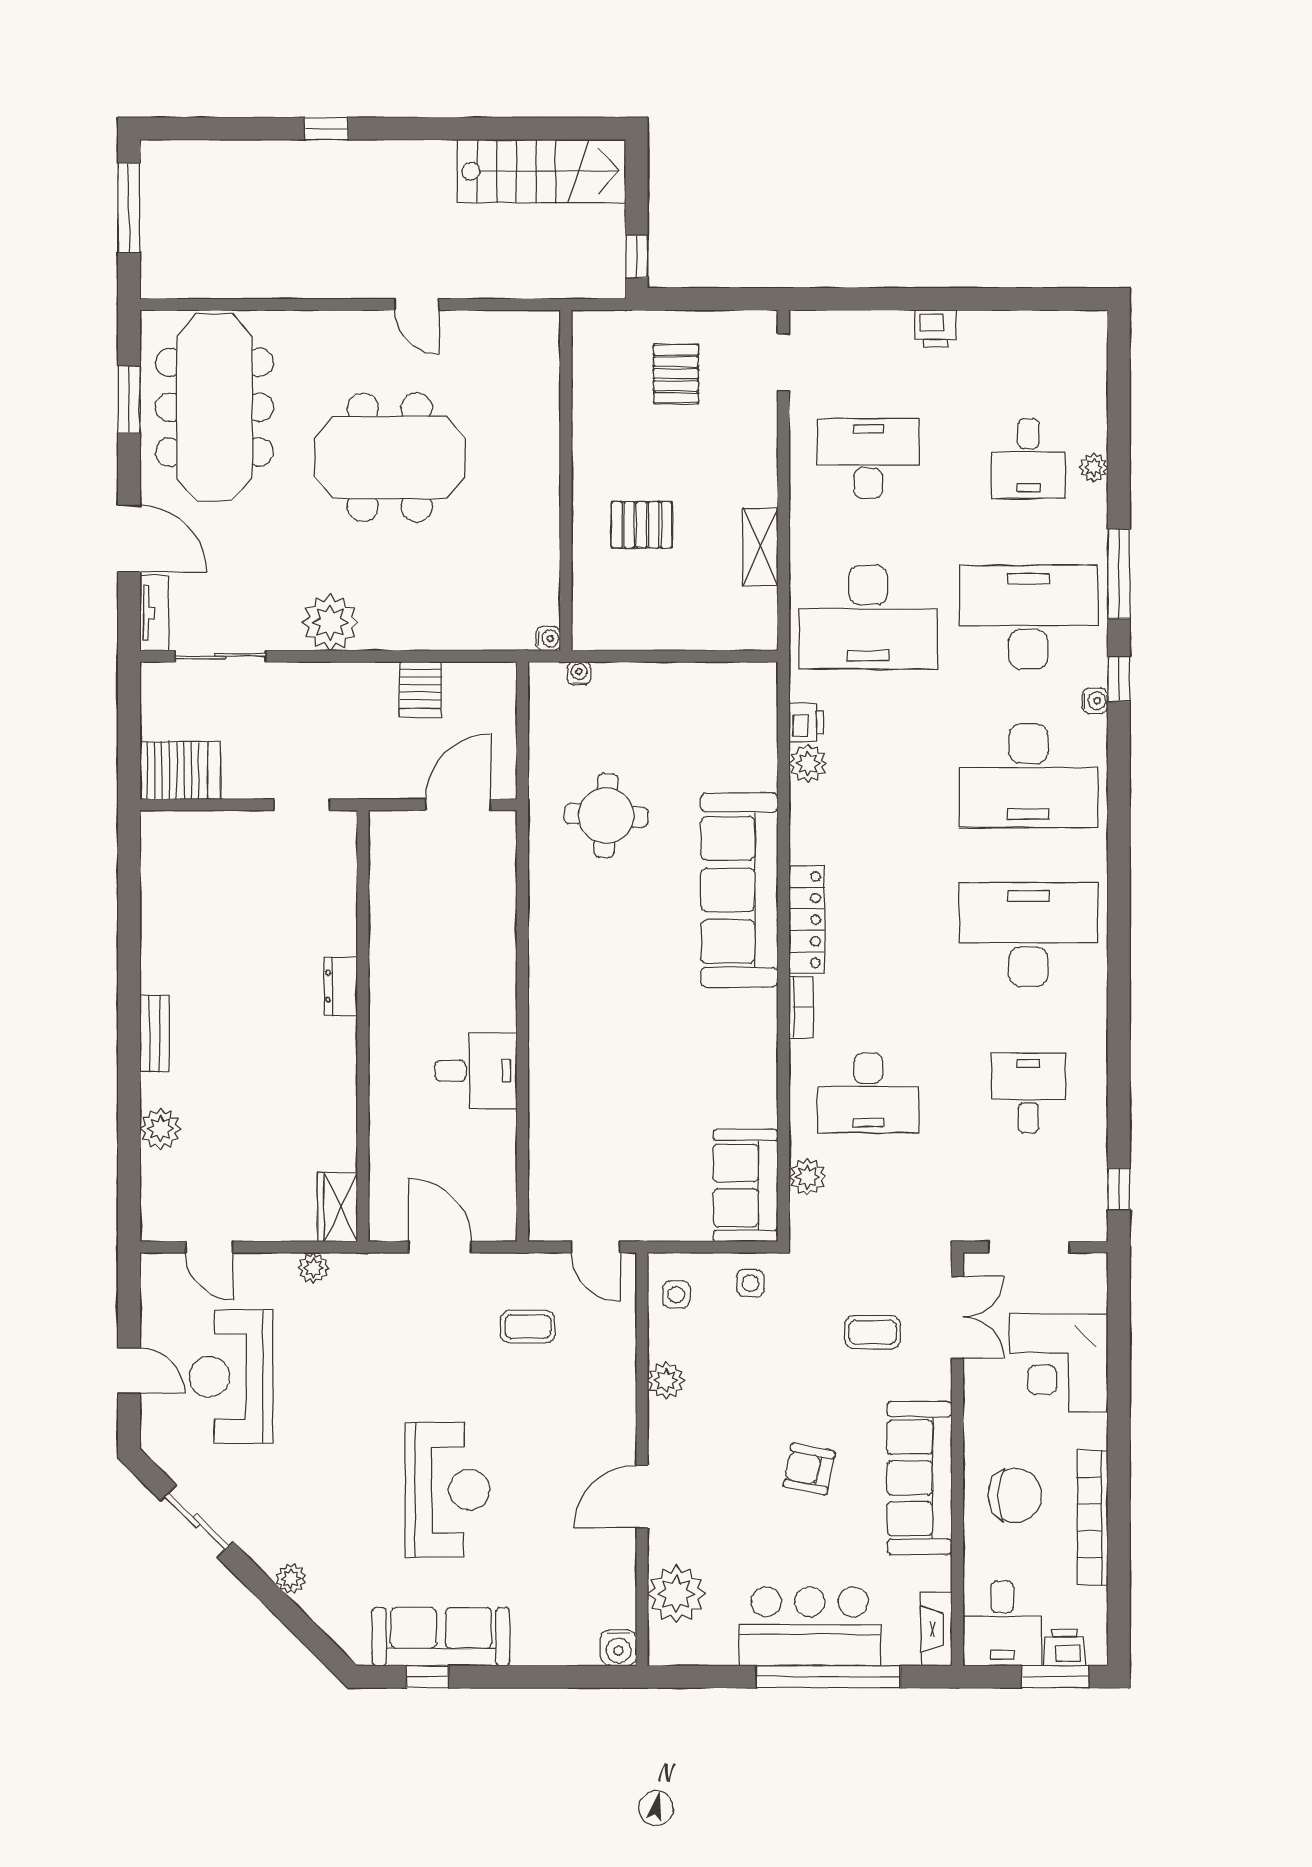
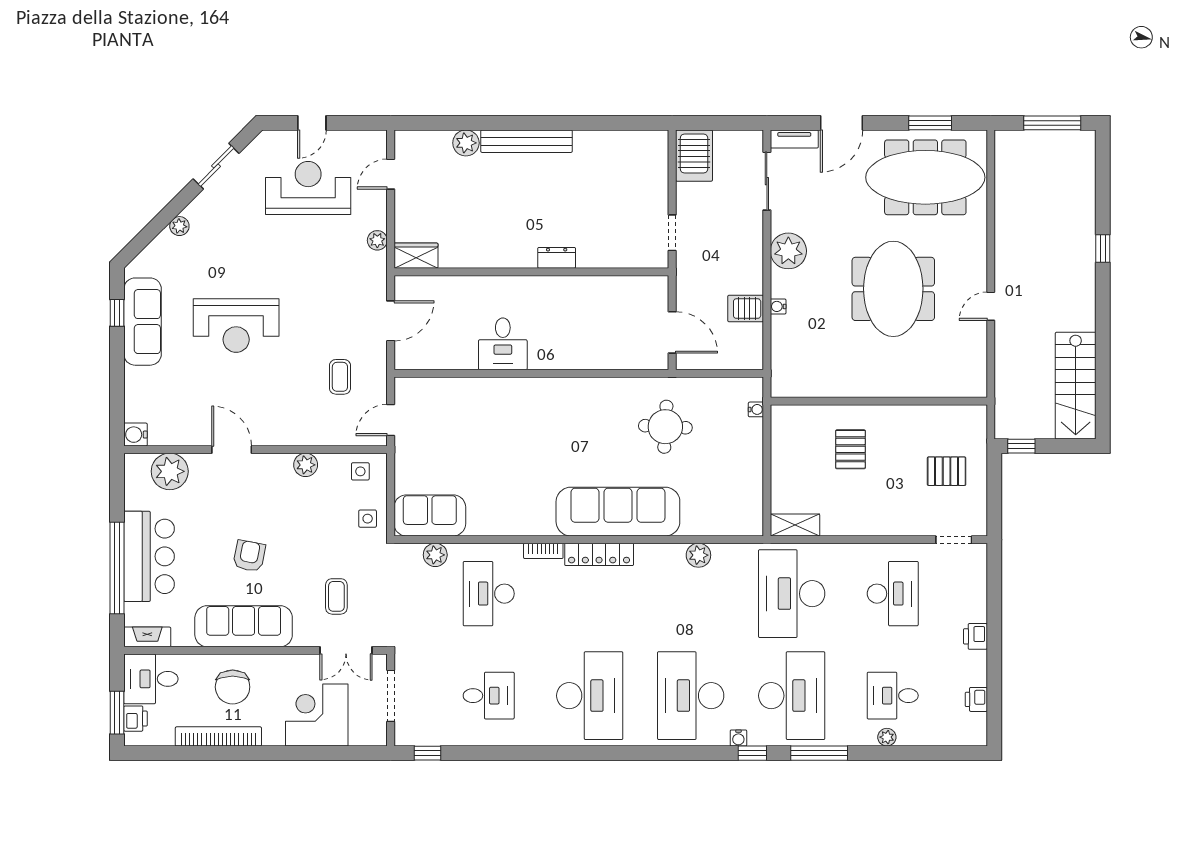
shelving: (761, 547) -> (795, 525), moved
water cooler: (548, 639) -> (778, 306), moved, turned 90
printer: (806, 722) -> (976, 699), moved, turned 90
bench: (155, 1034) -> (527, 141), width x1.86, depth x1.21

